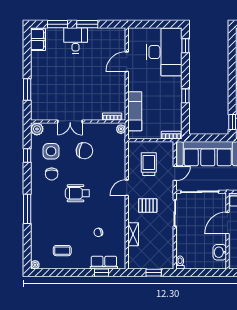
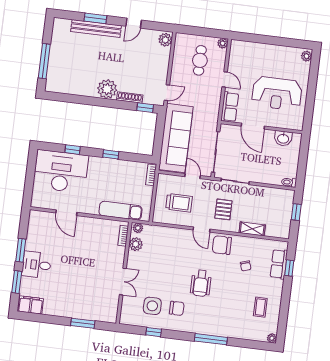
window: (185, 46) -> (73, 150), moved
plant: (37, 129) -> (136, 244), moved
chair: (84, 151) -> (222, 245), moved, turned -100
trolley: (149, 164) -> (179, 203), turned 180

